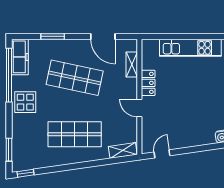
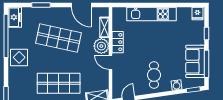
freezer: (20, 57) -> (15, 17), width x0.71
plant: (128, 88) -> (101, 46), added
cafe table: (194, 124) -> (154, 75), added

